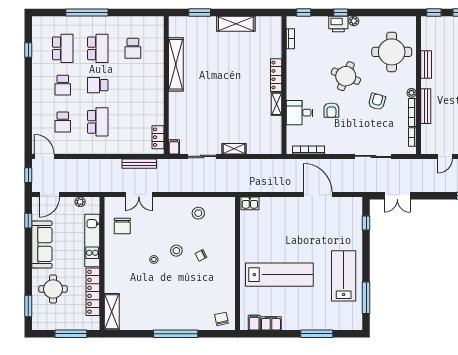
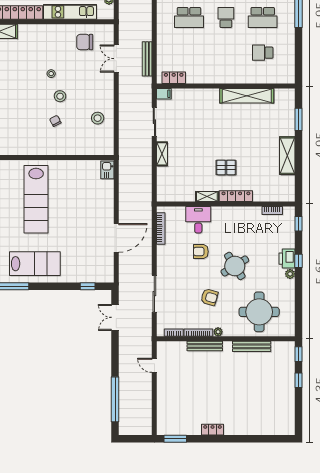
bench: (426, 64) -> (252, 346), width x1.36
round table: (346, 76) -> (235, 266), turned 36
pallet: (248, 85) -> (226, 167), added

